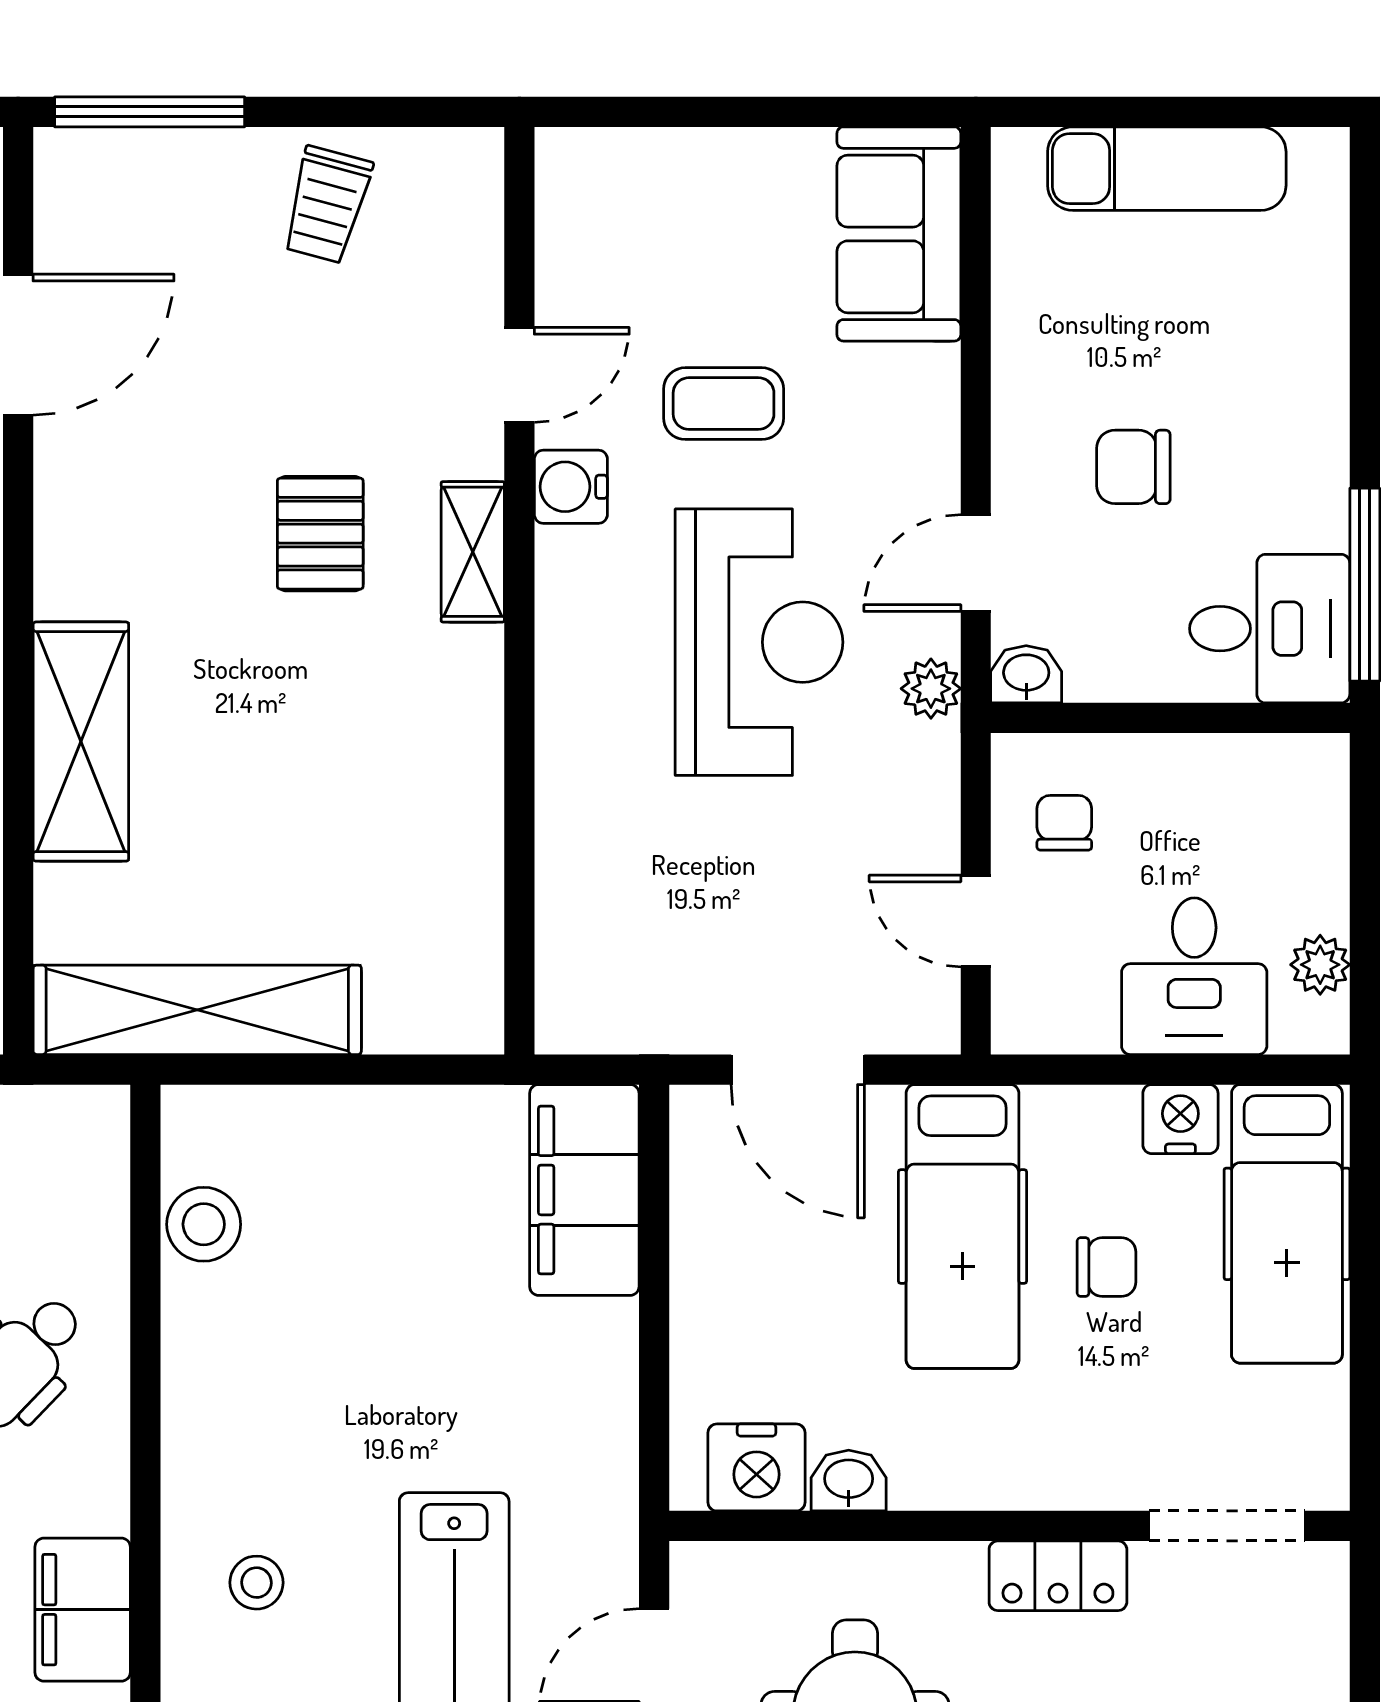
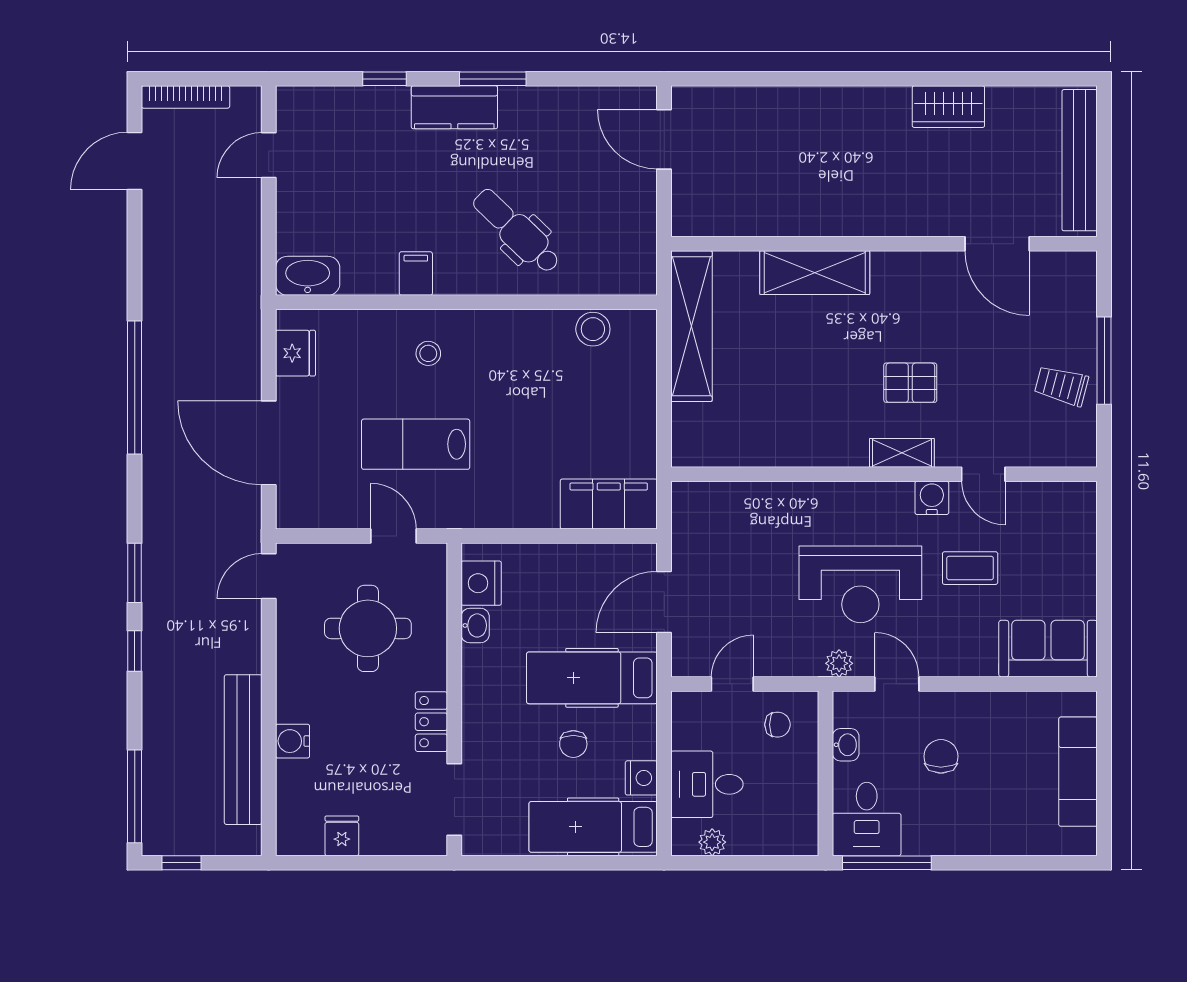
window: (150, 112) -> (1104, 361), moved
coffee table: (724, 404) -> (970, 568), turned 90
washbasin: (1026, 674) -> (846, 745), moved
filing cabinet: (83, 1610) -> (416, 274), width x0.50

